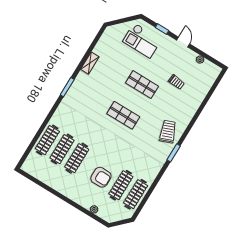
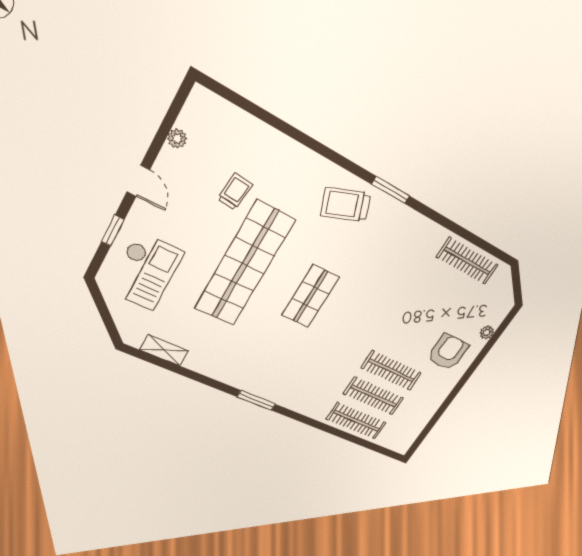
door: (183, 42) -> (138, 181), swing flipped
shelving: (90, 63) -> (164, 350), moved
shop shelf: (142, 85) -> (244, 264), width x2.00, depth x1.36
armchair: (101, 177) -> (448, 352), moved
clothes rail: (121, 185) -> (448, 290), removed

